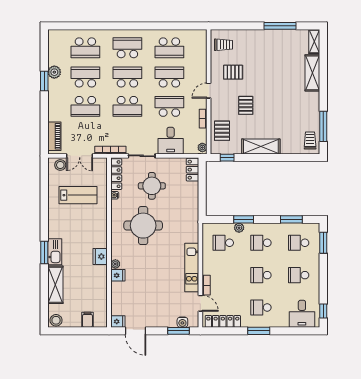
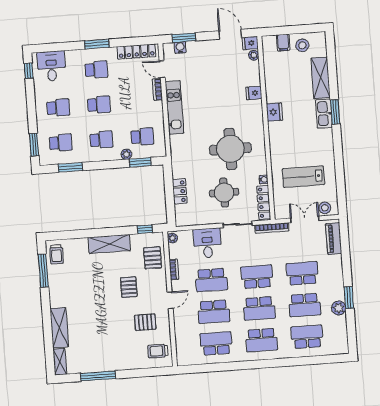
locker: (193, 170) -> (180, 191), moved
window: (244, 219) -> (140, 162), moved
plant: (115, 264) -> (254, 55), moved
stool: (56, 320) -> (302, 45), moved

